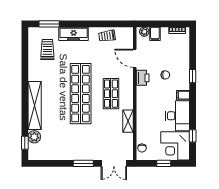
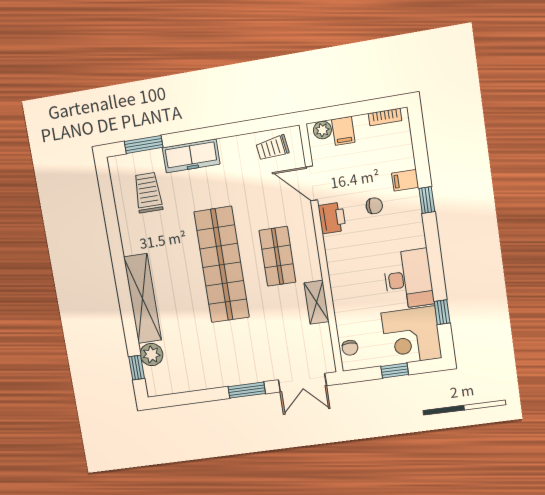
trolley: (107, 36) -> (272, 148), moved
filing cabinet: (183, 95) -> (405, 180), moved

